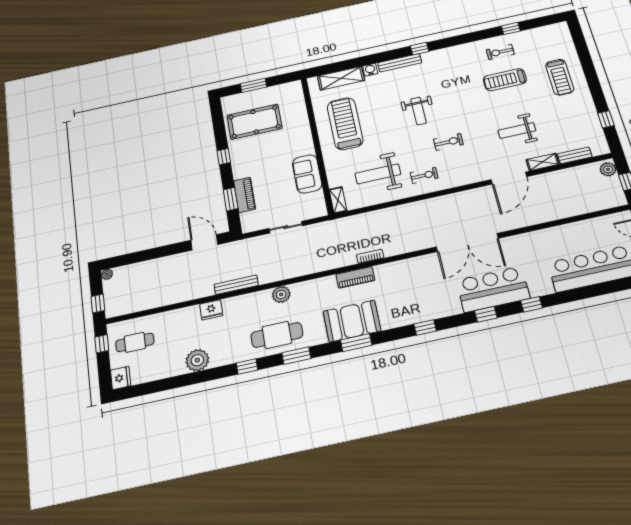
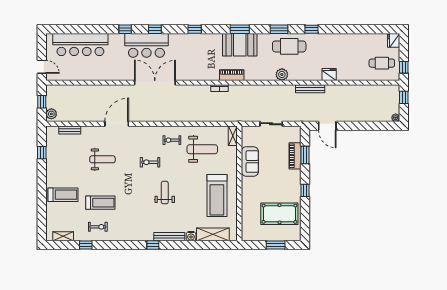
treadmill: (560, 77) -> (63, 195), turned 90
shelving: (543, 162) -> (63, 236), moved
plant: (197, 360) -> (343, 41), removed

